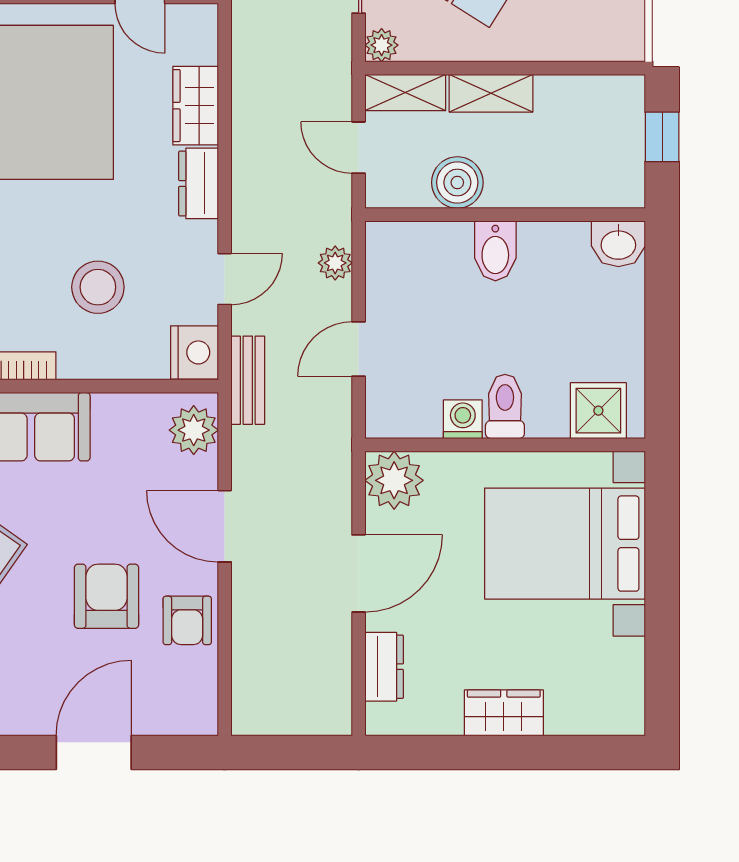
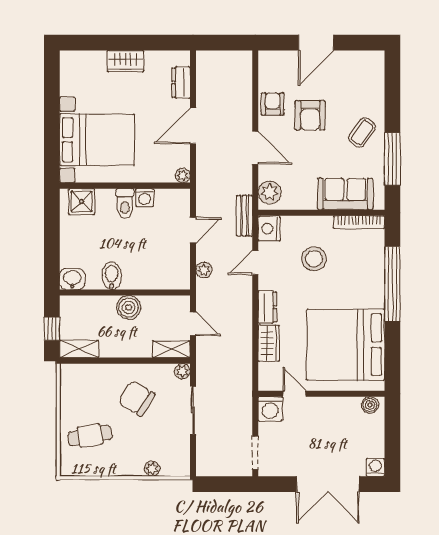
shelving: (491, 93) -> (79, 349), moved
boiler: (457, 182) -> (129, 307), moved
bidet: (495, 251) -> (112, 276), moved
plant: (394, 480) -> (183, 175), width x0.53, depth x0.53

